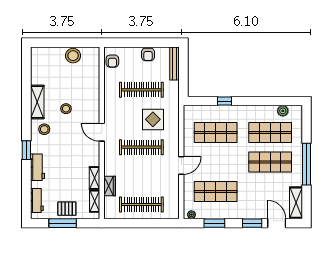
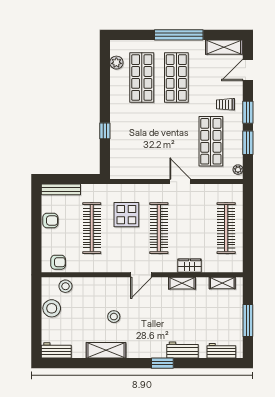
workbench: (37, 60) -> (56, 350), added
stool: (44, 129) -> (65, 286), moved
shop shelf: (216, 133) -> (142, 141), removed
shelving: (94, 178) -> (182, 283), moved
wardrobe: (110, 186) -> (190, 266), moved
trolley: (247, 204) -> (226, 104), added
pallet: (67, 209) -> (231, 315), removed
window: (252, 223) -> (248, 112), moved

